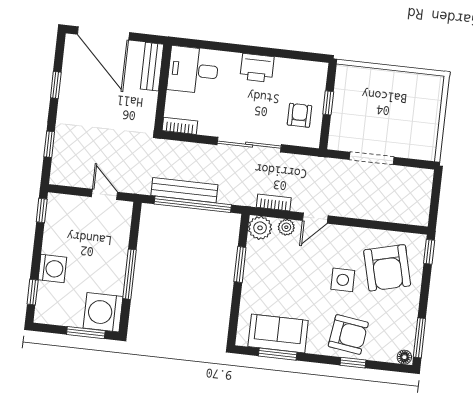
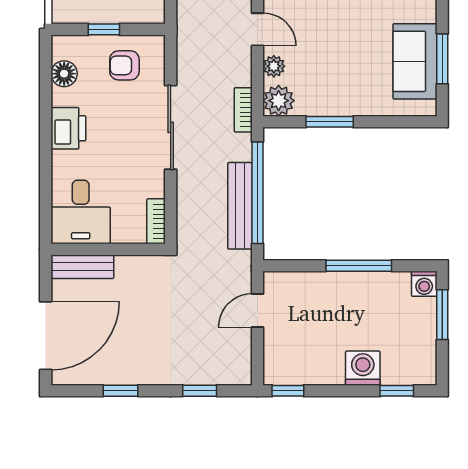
floor lamp: (298, 69) -> (64, 74), added
bookcase: (274, 203) -> (243, 110), moved
washing machine: (103, 312) -> (424, 284), width x0.53, depth x0.53

